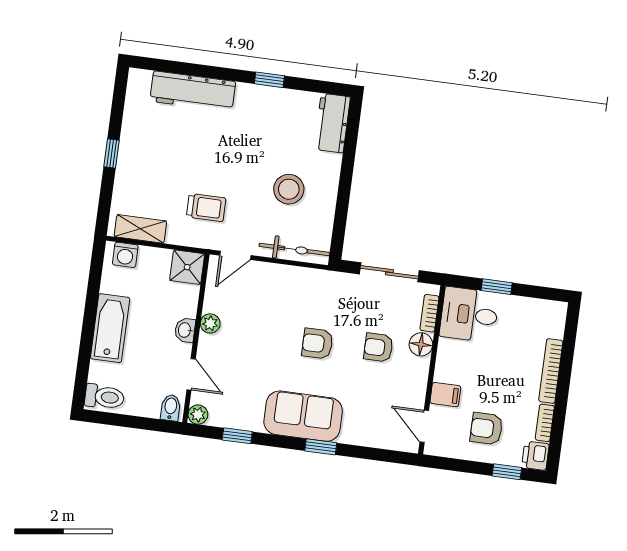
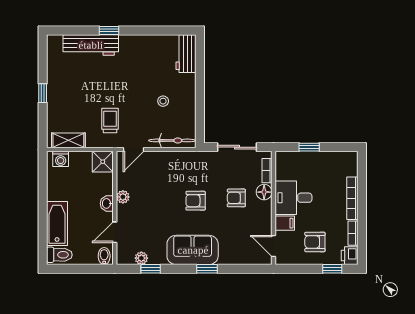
window: (269, 80) -> (109, 30), moved
stool: (289, 189) -> (163, 101), width x0.53, depth x0.53
trolley: (206, 208) -> (110, 121), turned -90
desk: (469, 315) -> (293, 198), moved
bathtub: (110, 328) -> (57, 224), moved
door: (191, 374) -> (115, 232), swing flipped
plant: (198, 415) -> (141, 258), moved

